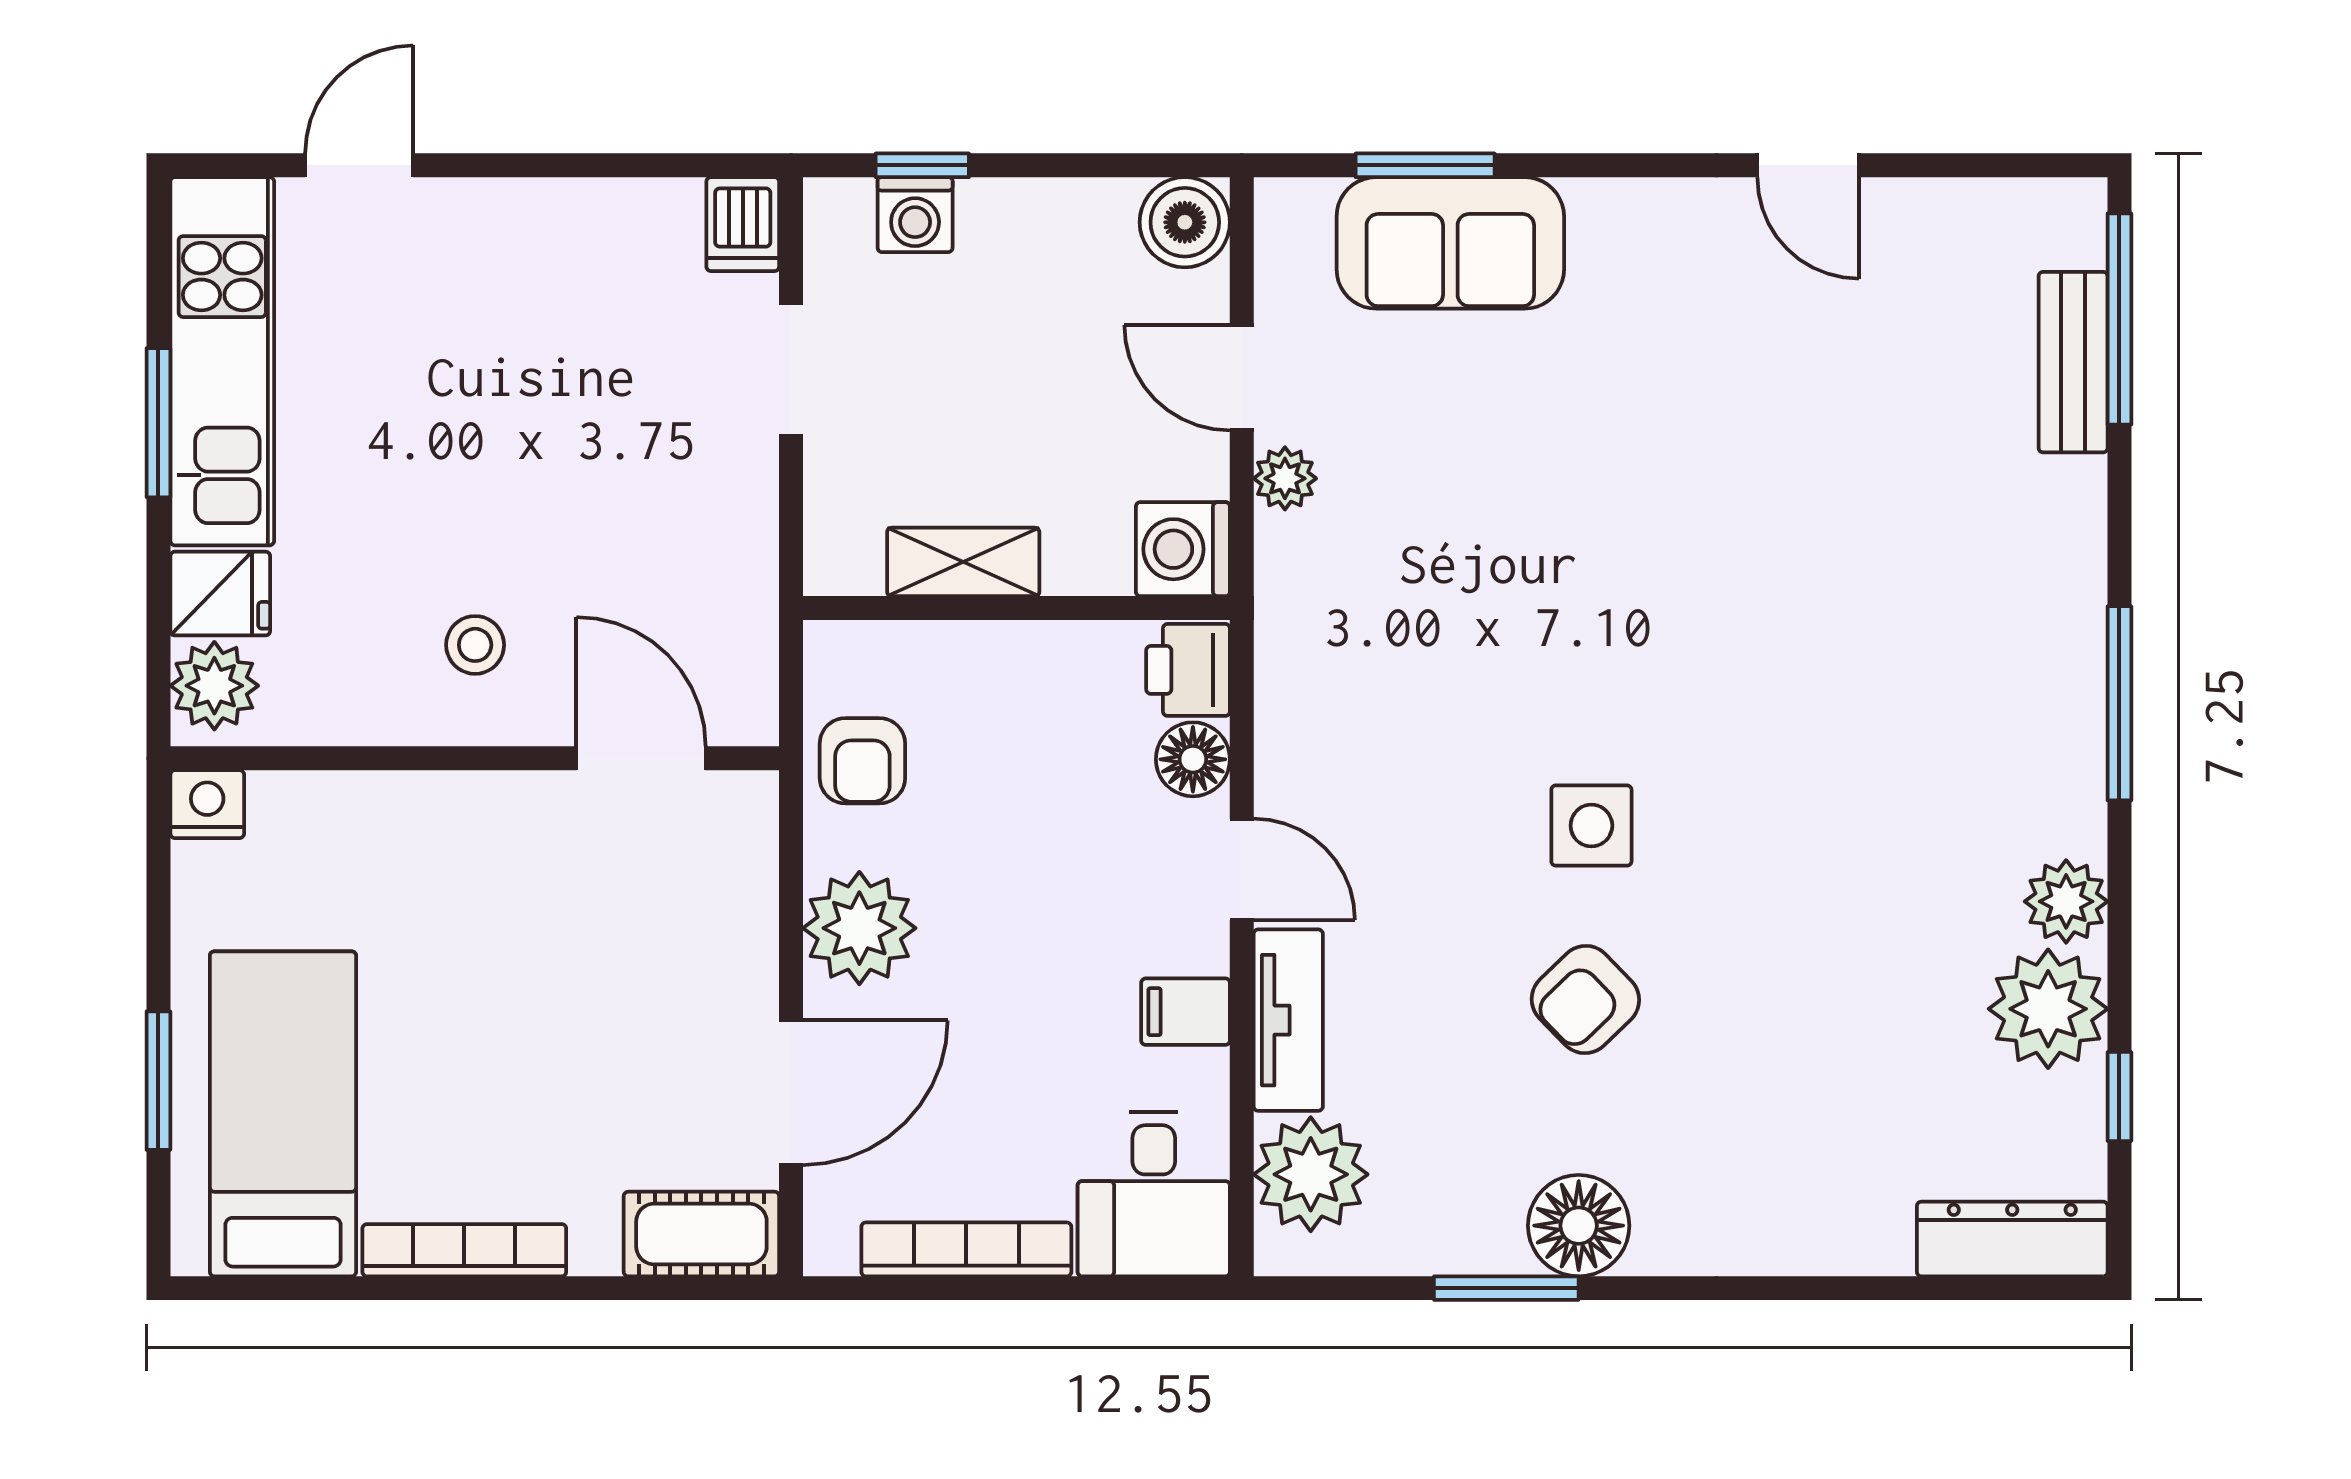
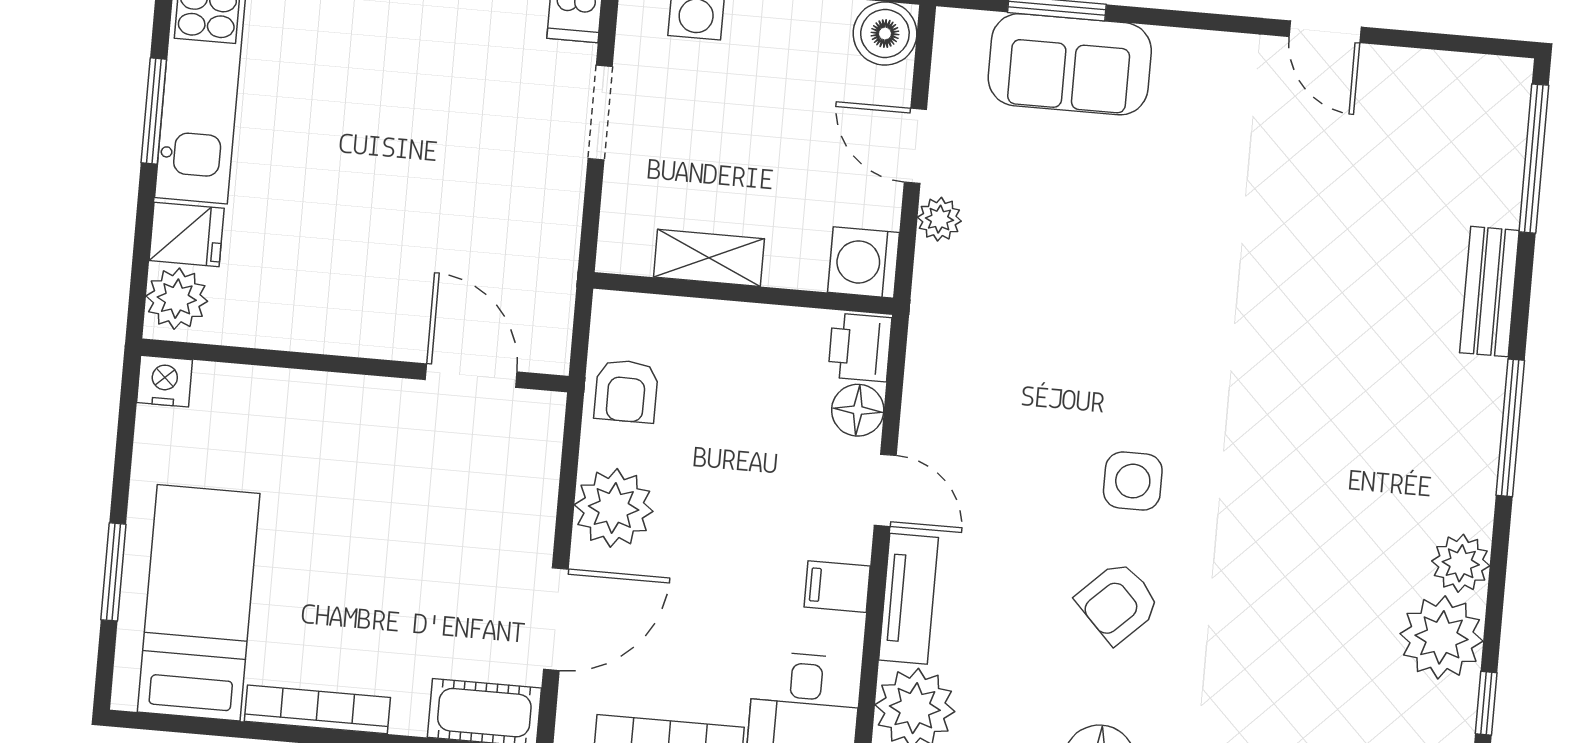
bench: (2073, 362) -> (1489, 292), moved
stool: (475, 645) -> (362, 286), removed

